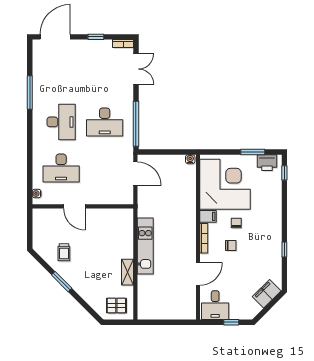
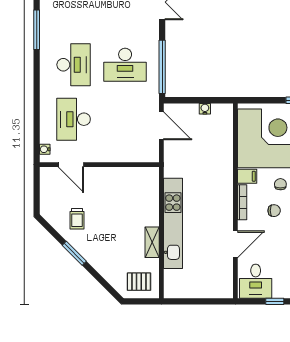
water cooler: (190, 159) -> (205, 109), moved
desk: (61, 168) -> (74, 119), turned 90
door: (74, 206) -> (71, 165), moved
kitchen unit: (145, 246) -> (173, 223), width x1.36

